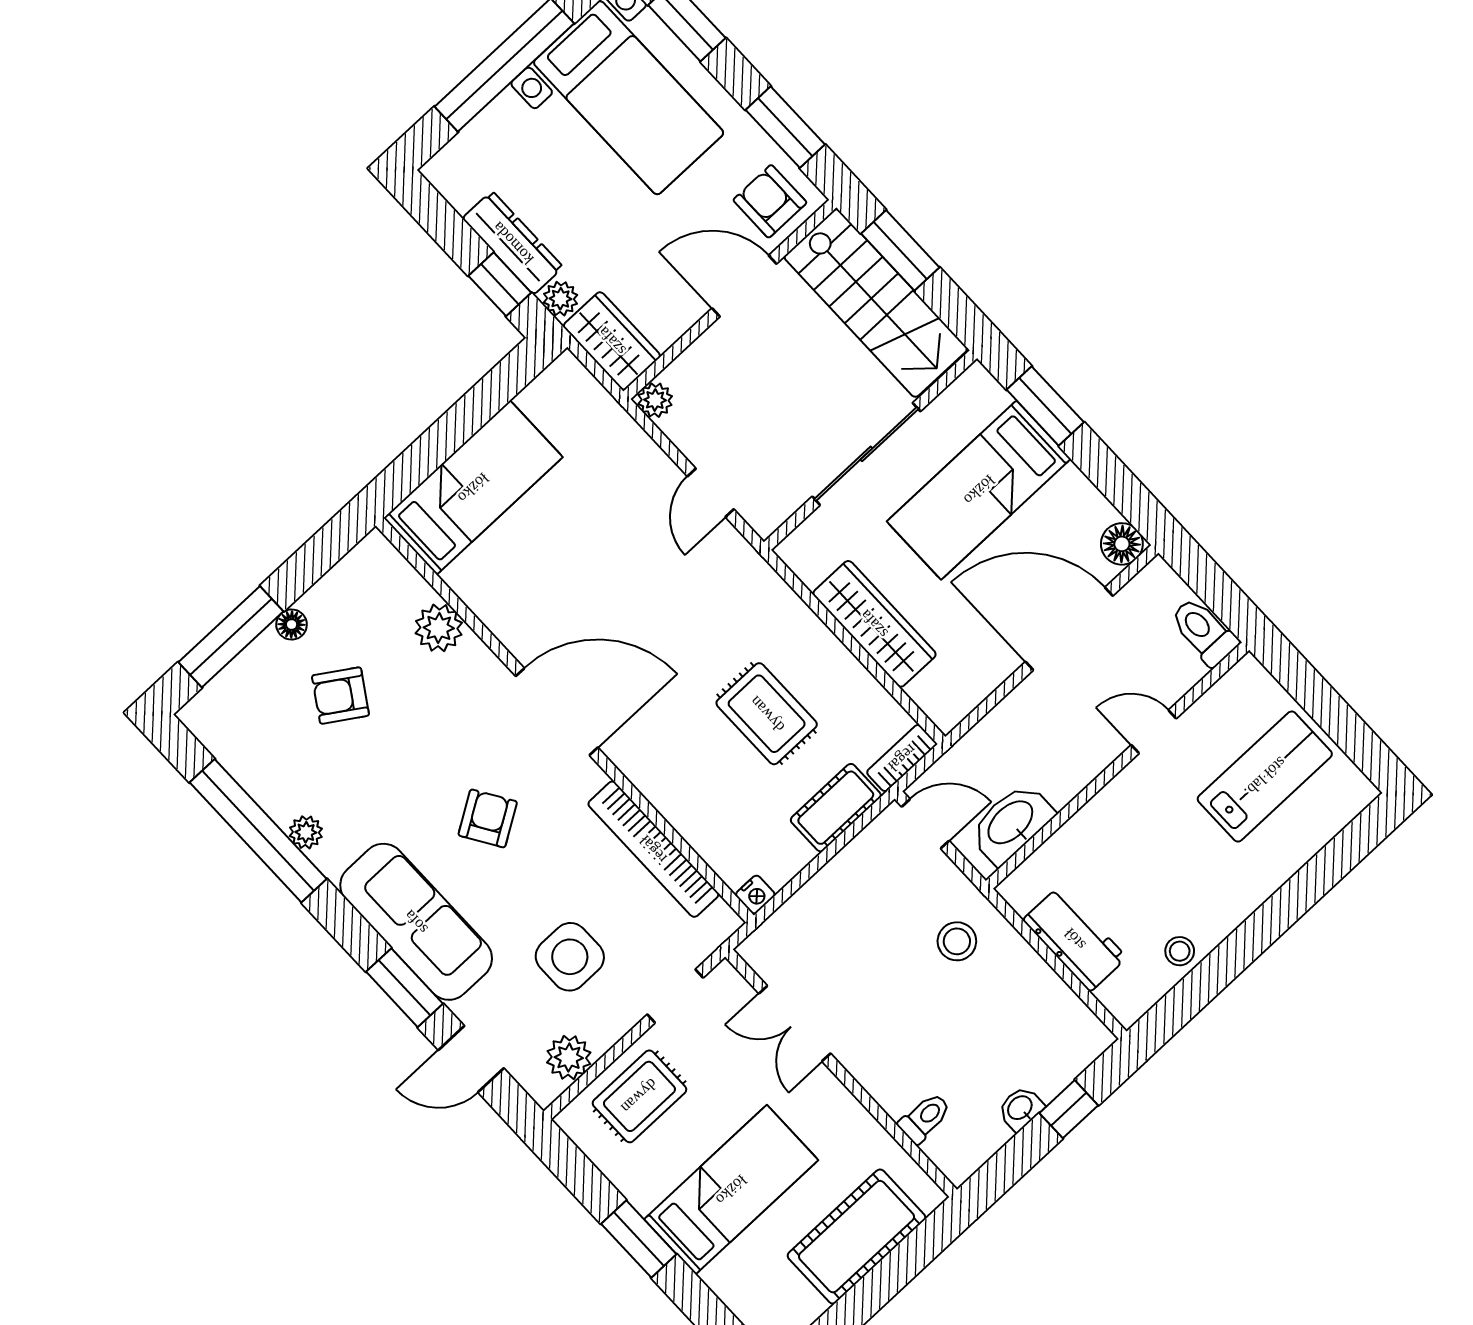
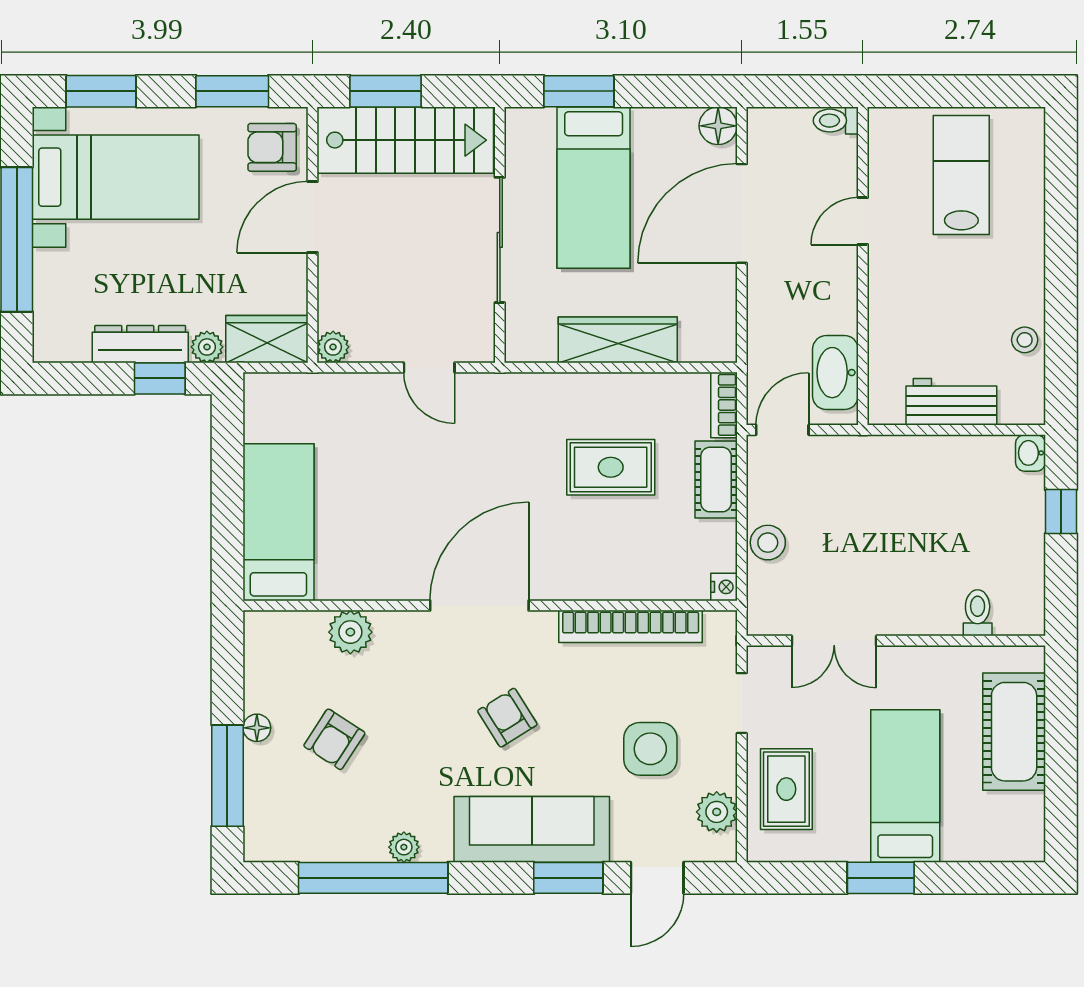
toilet: (1204, 631) -> (836, 121), width x0.73, depth x0.72
stool: (957, 941) -> (768, 543), moved
washbasin: (1020, 1108) -> (1030, 453), moved

